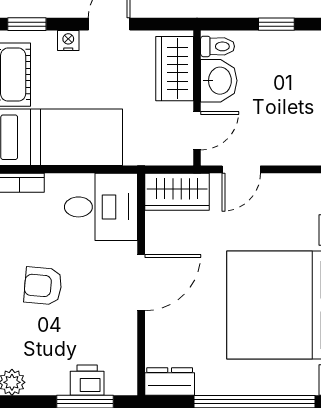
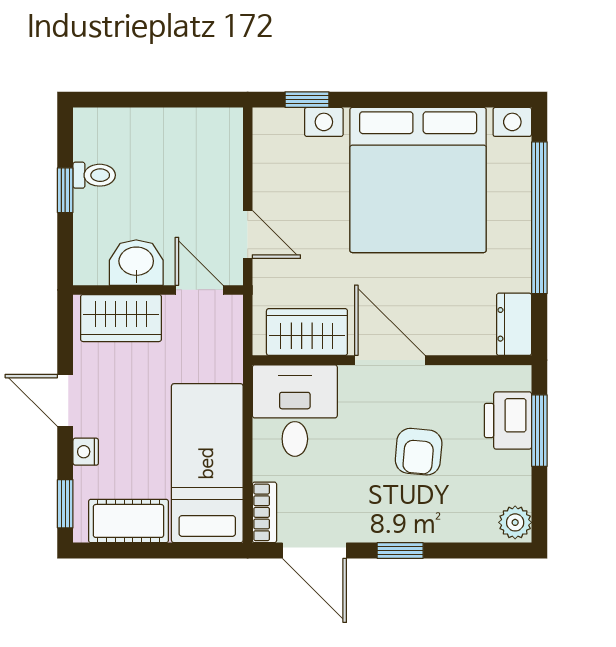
toilet: (218, 46) -> (94, 175), moved, turned 90
wardrobe: (177, 192) -> (307, 332), moved, turned -90
armchair: (43, 286) -> (419, 452), moved
printer: (87, 380) -> (508, 420), width x1.36, depth x1.24

